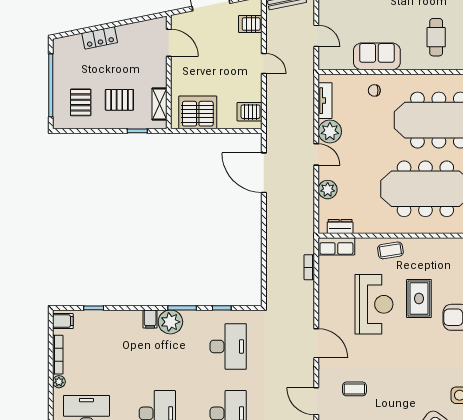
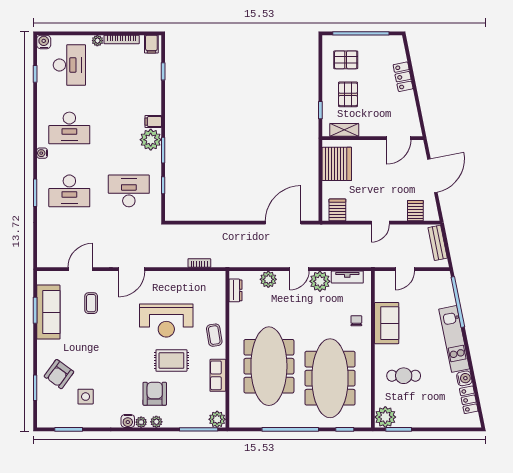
row of seats: (336, 246) -> (218, 375), moved
desk: (228, 346) -> (129, 191), turned 180

